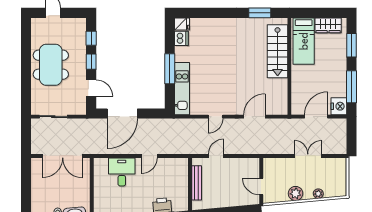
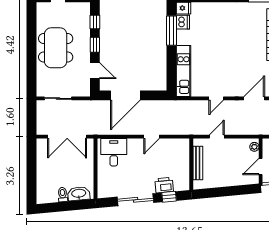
window: (170, 69) -> (172, 31), moved
plant: (255, 166) -> (254, 147), added
desk: (122, 172) -> (114, 152), moved
door: (261, 187) -> (261, 167), hinge flipped

